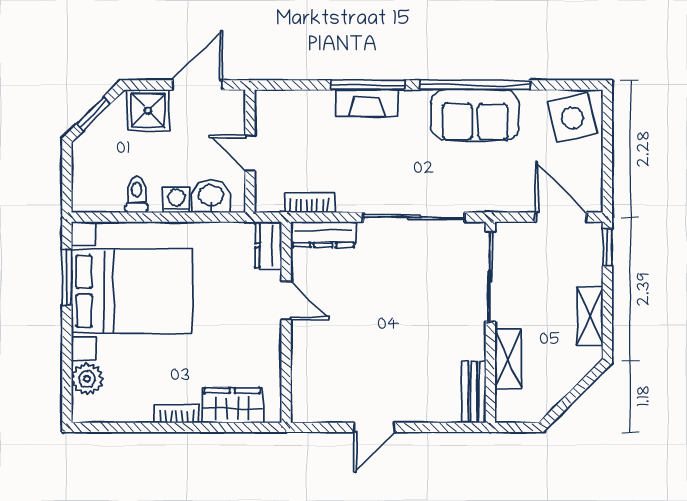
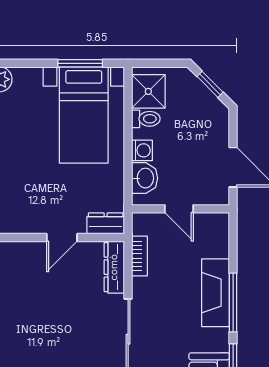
fireplace: (367, 103) -> (216, 293), width x1.37, depth x1.32
shower: (148, 111) -> (148, 91), moved
door: (250, 153) -> (179, 209), swing flipped
bed with nightstands: (132, 291) -> (84, 115), width x0.73

